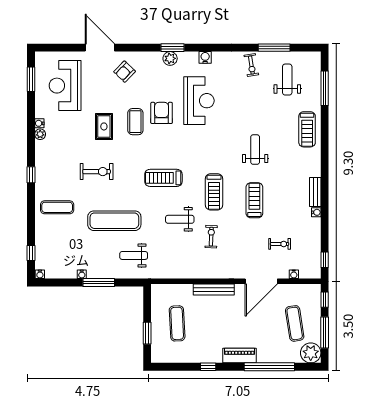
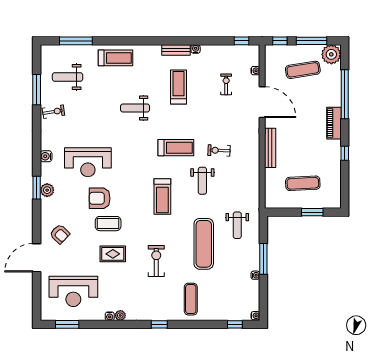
reception desk: (199, 101) -> (88, 162), turned 180
treadmill: (254, 200) -> (179, 87), moved, turned 90

